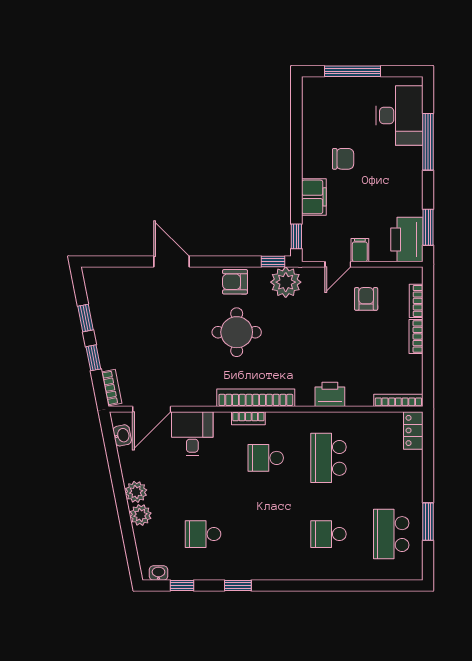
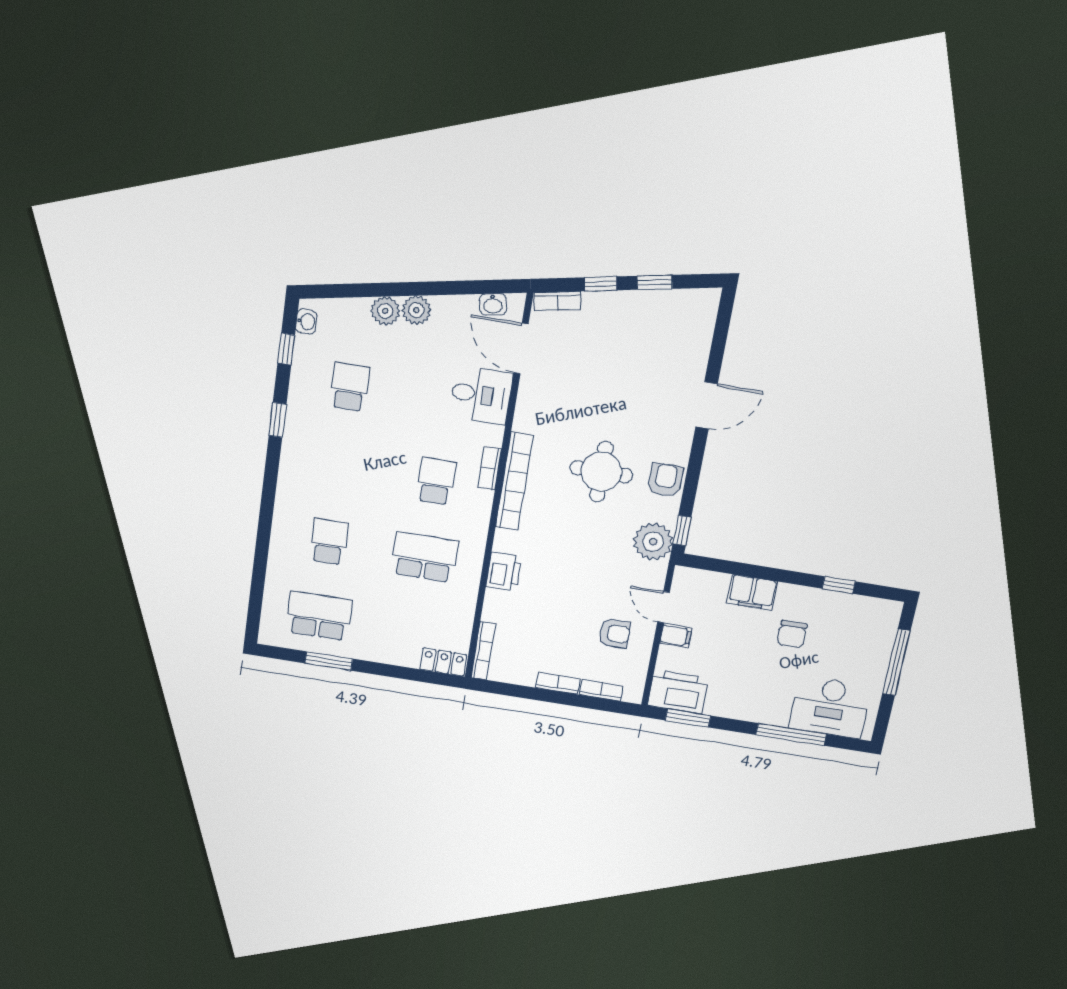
window: (296, 236) -> (839, 585), moved

